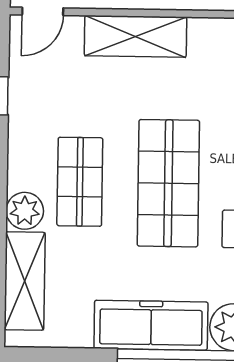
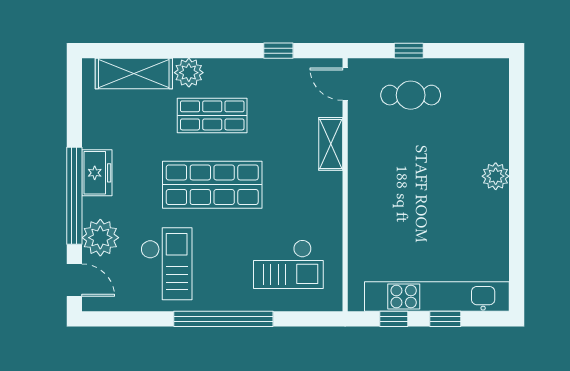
shelving: (135, 36) -> (331, 144), width x0.67, depth x0.75
freezer: (151, 325) -> (97, 173), width x0.52, depth x0.79

